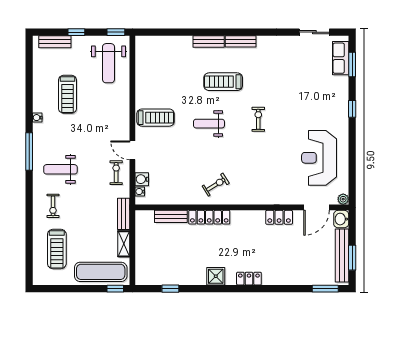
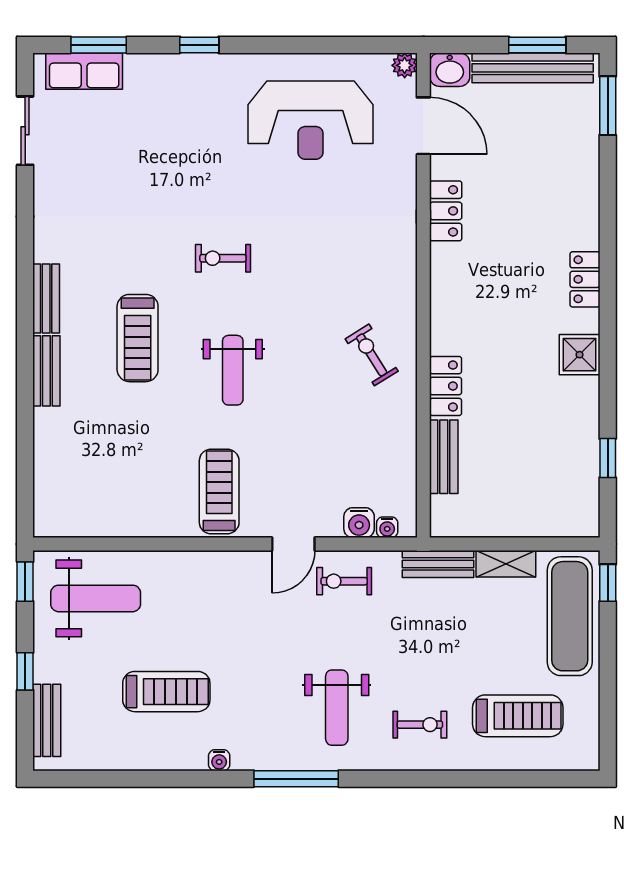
locker: (209, 217) -> (446, 386), width x0.66

